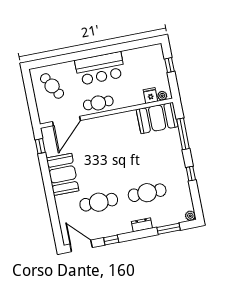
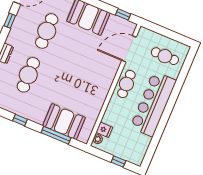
bar counter: (100, 68) -> (153, 104), width x1.36
cafe table: (52, 86) -> (165, 56), turned 30
booth: (157, 118) -> (64, 122), moved, turned 90
door: (66, 121) -> (129, 49), hinge flipped

